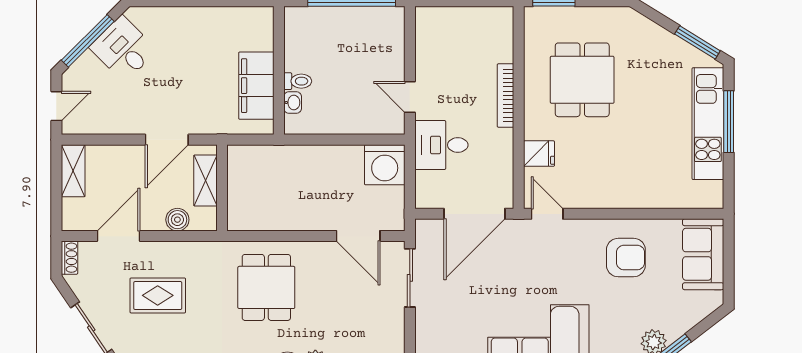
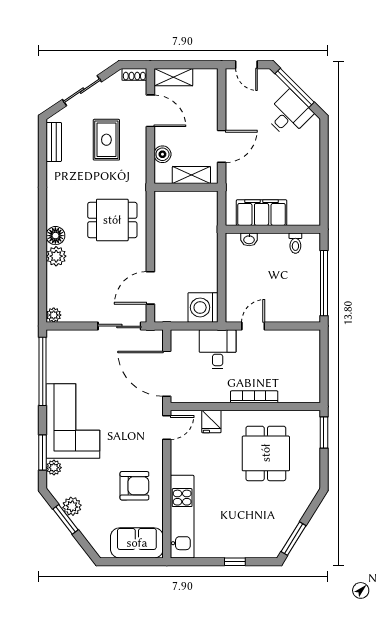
dining table: (582, 80) -> (266, 453), turned 90
toilet: (298, 81) -> (295, 243), moved
window: (729, 122) -> (235, 562), width x0.46
kitchen unit: (708, 124) -> (182, 517), moved, turned 90
door: (167, 140) -> (222, 146), swing flipped
shelving: (73, 171) -> (173, 77), moved
armchair: (626, 258) -> (134, 486), turned -90

